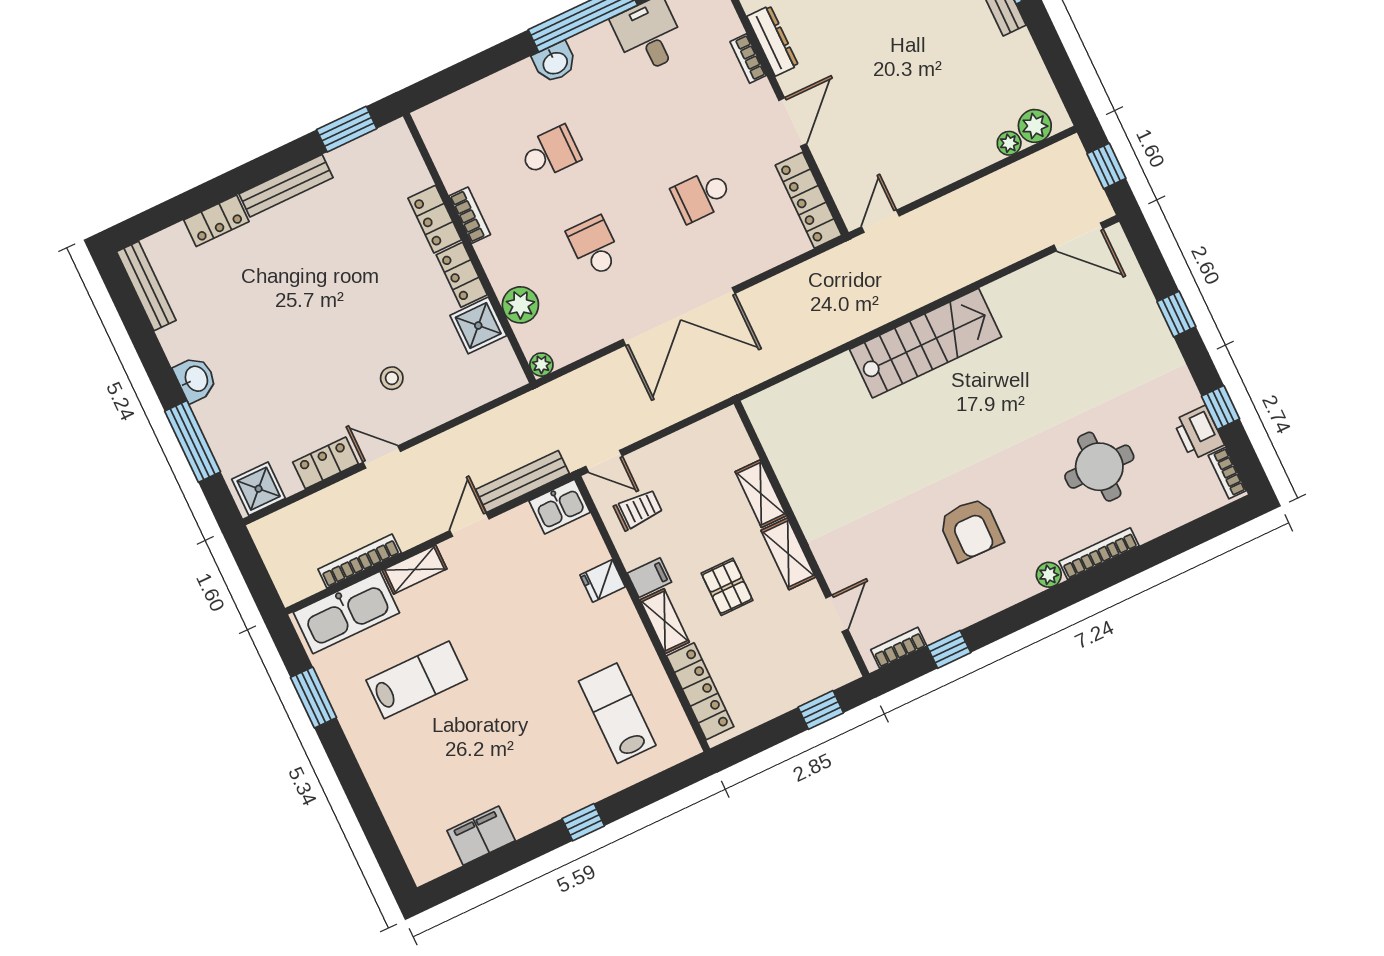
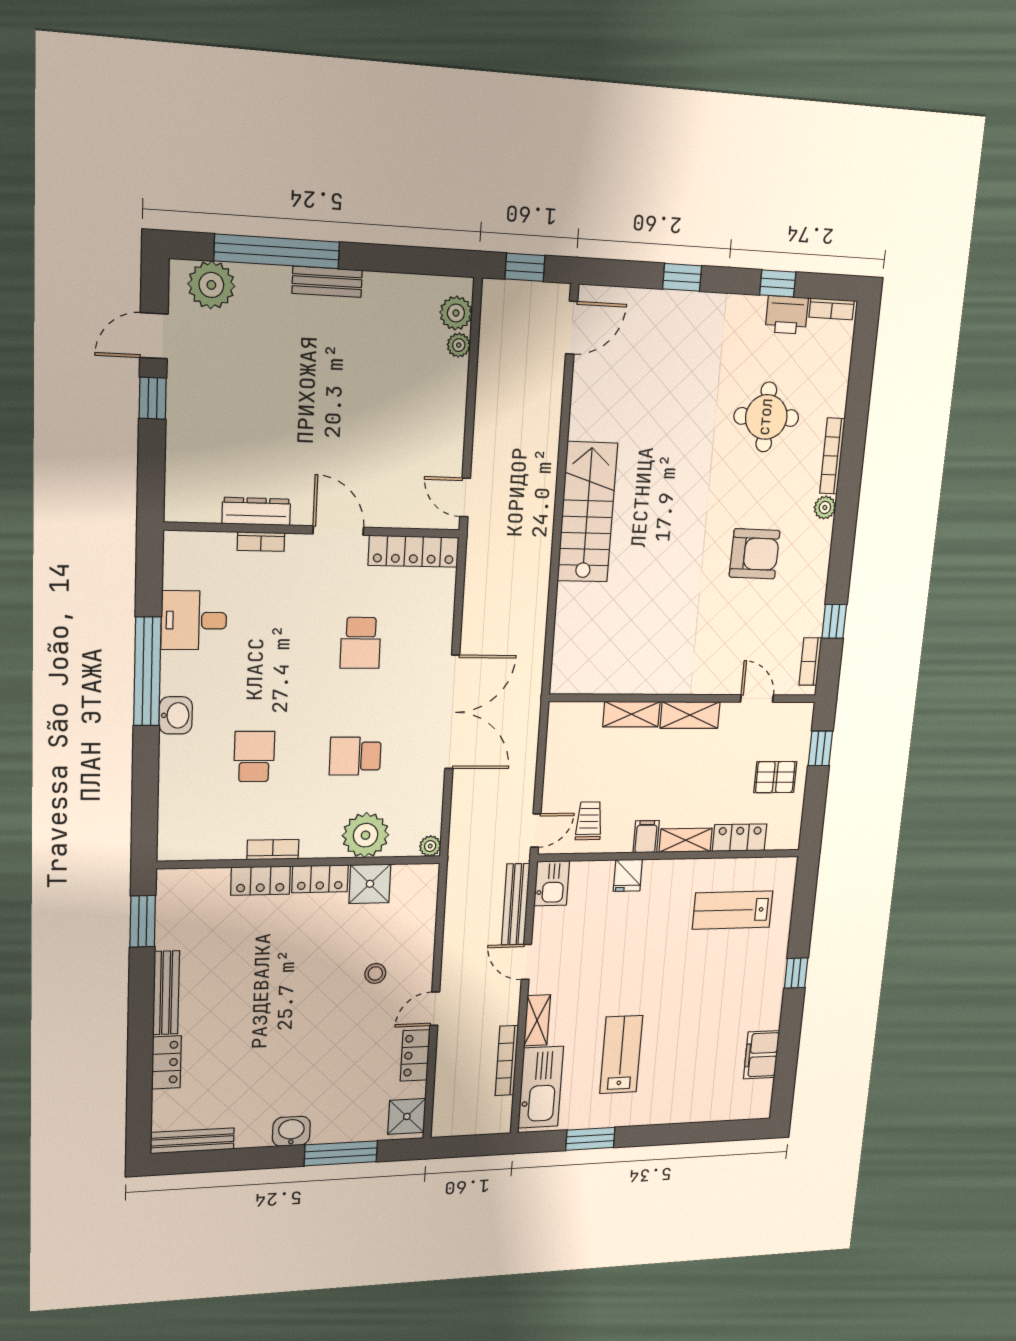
plant: (520, 305) -> (366, 835), width x1.36, depth x1.36
pallet: (727, 587) -> (775, 777), moved
locker: (700, 691) -> (740, 838), width x0.66

